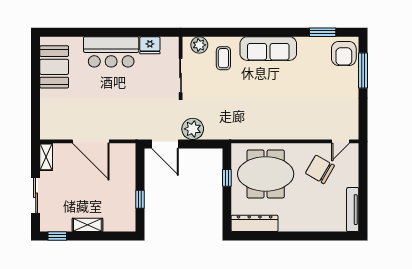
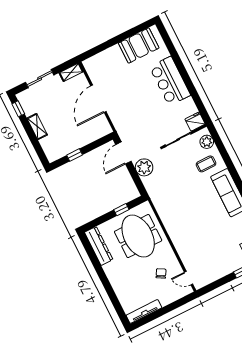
fridge: (150, 45) -> (195, 122), moved, turned 90
chair: (320, 169) -> (161, 273), width x0.54, depth x0.54

